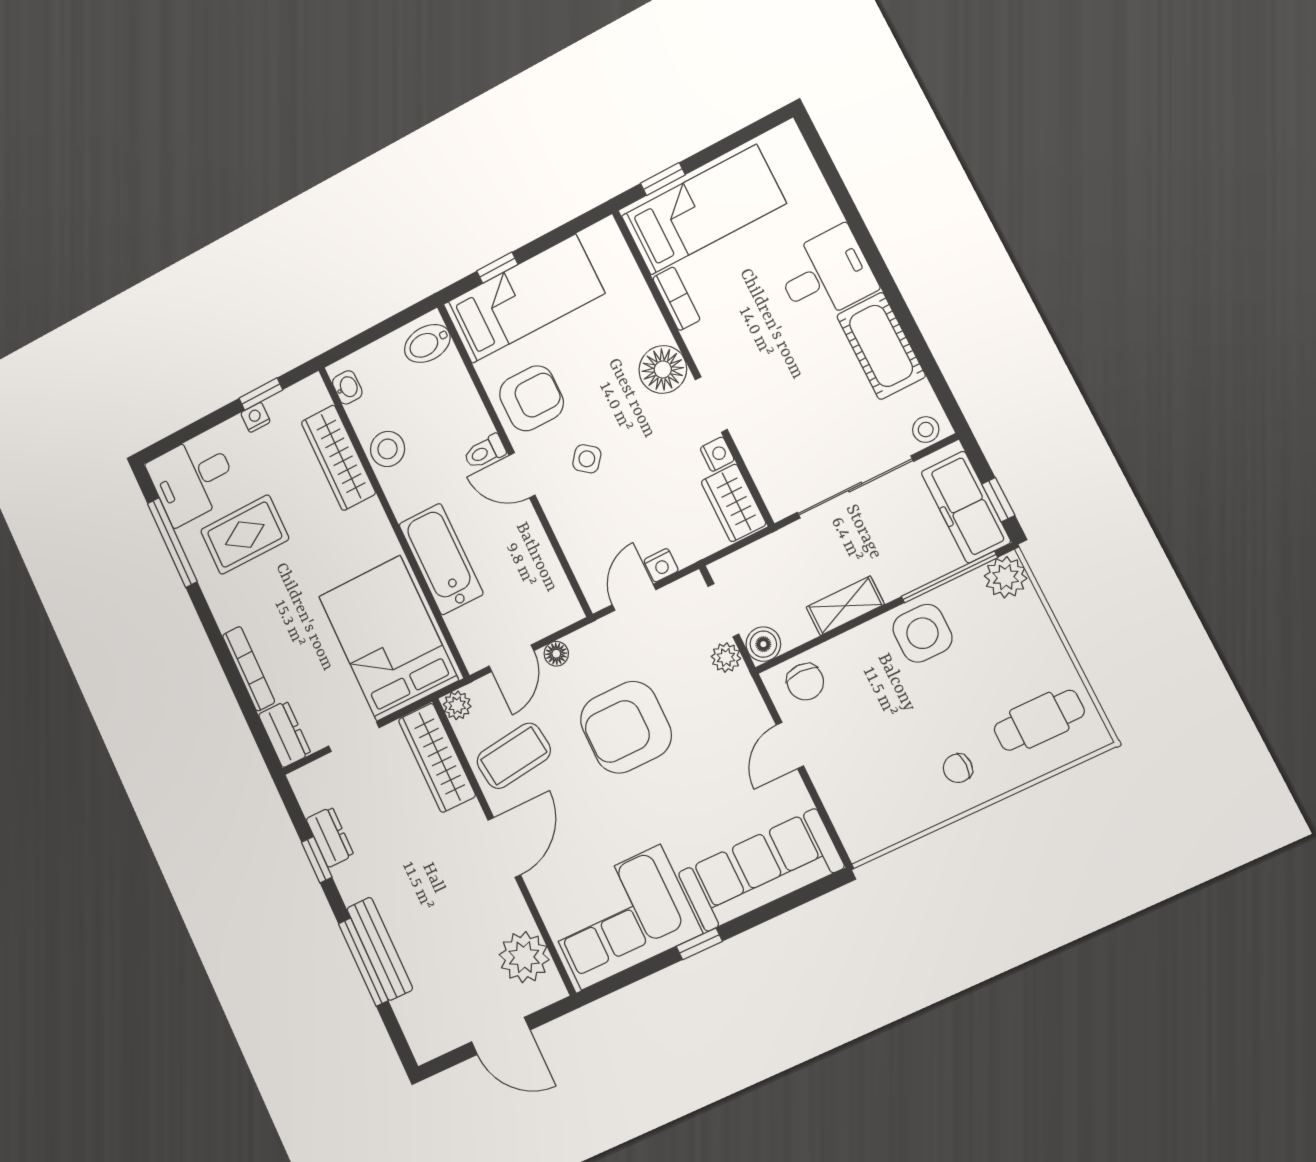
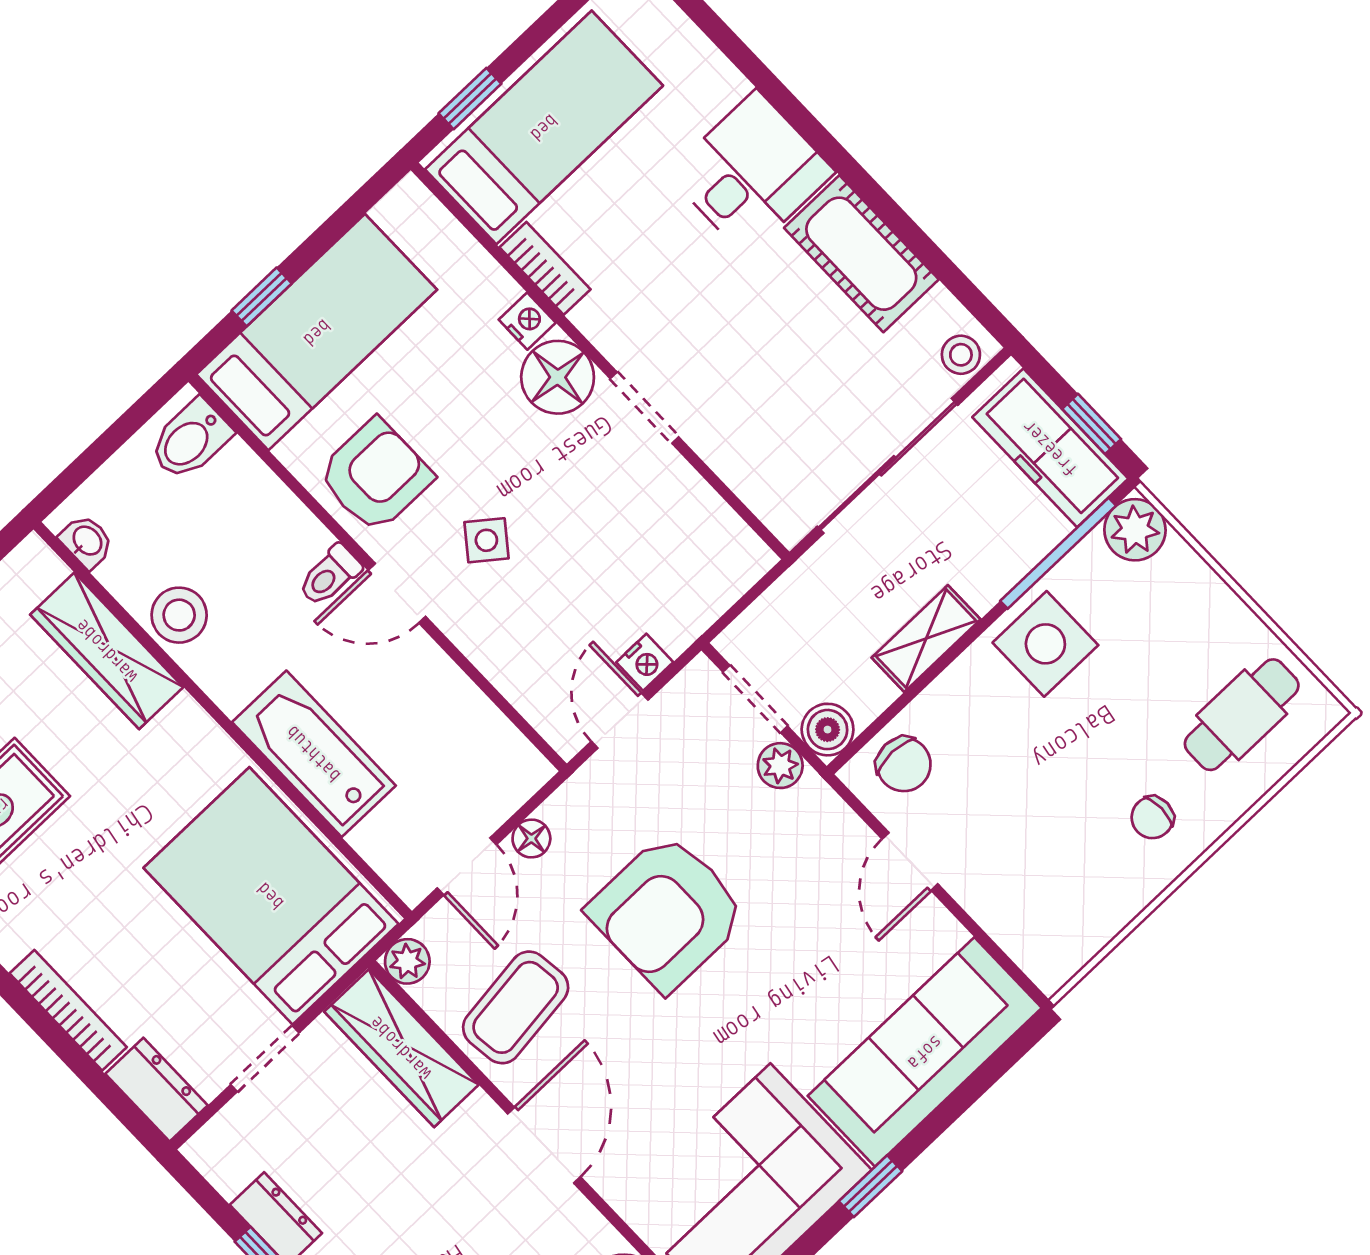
nightstand: (717, 454) -> (527, 321), moved
wardrobe: (734, 503) -> (721, 540), removed

